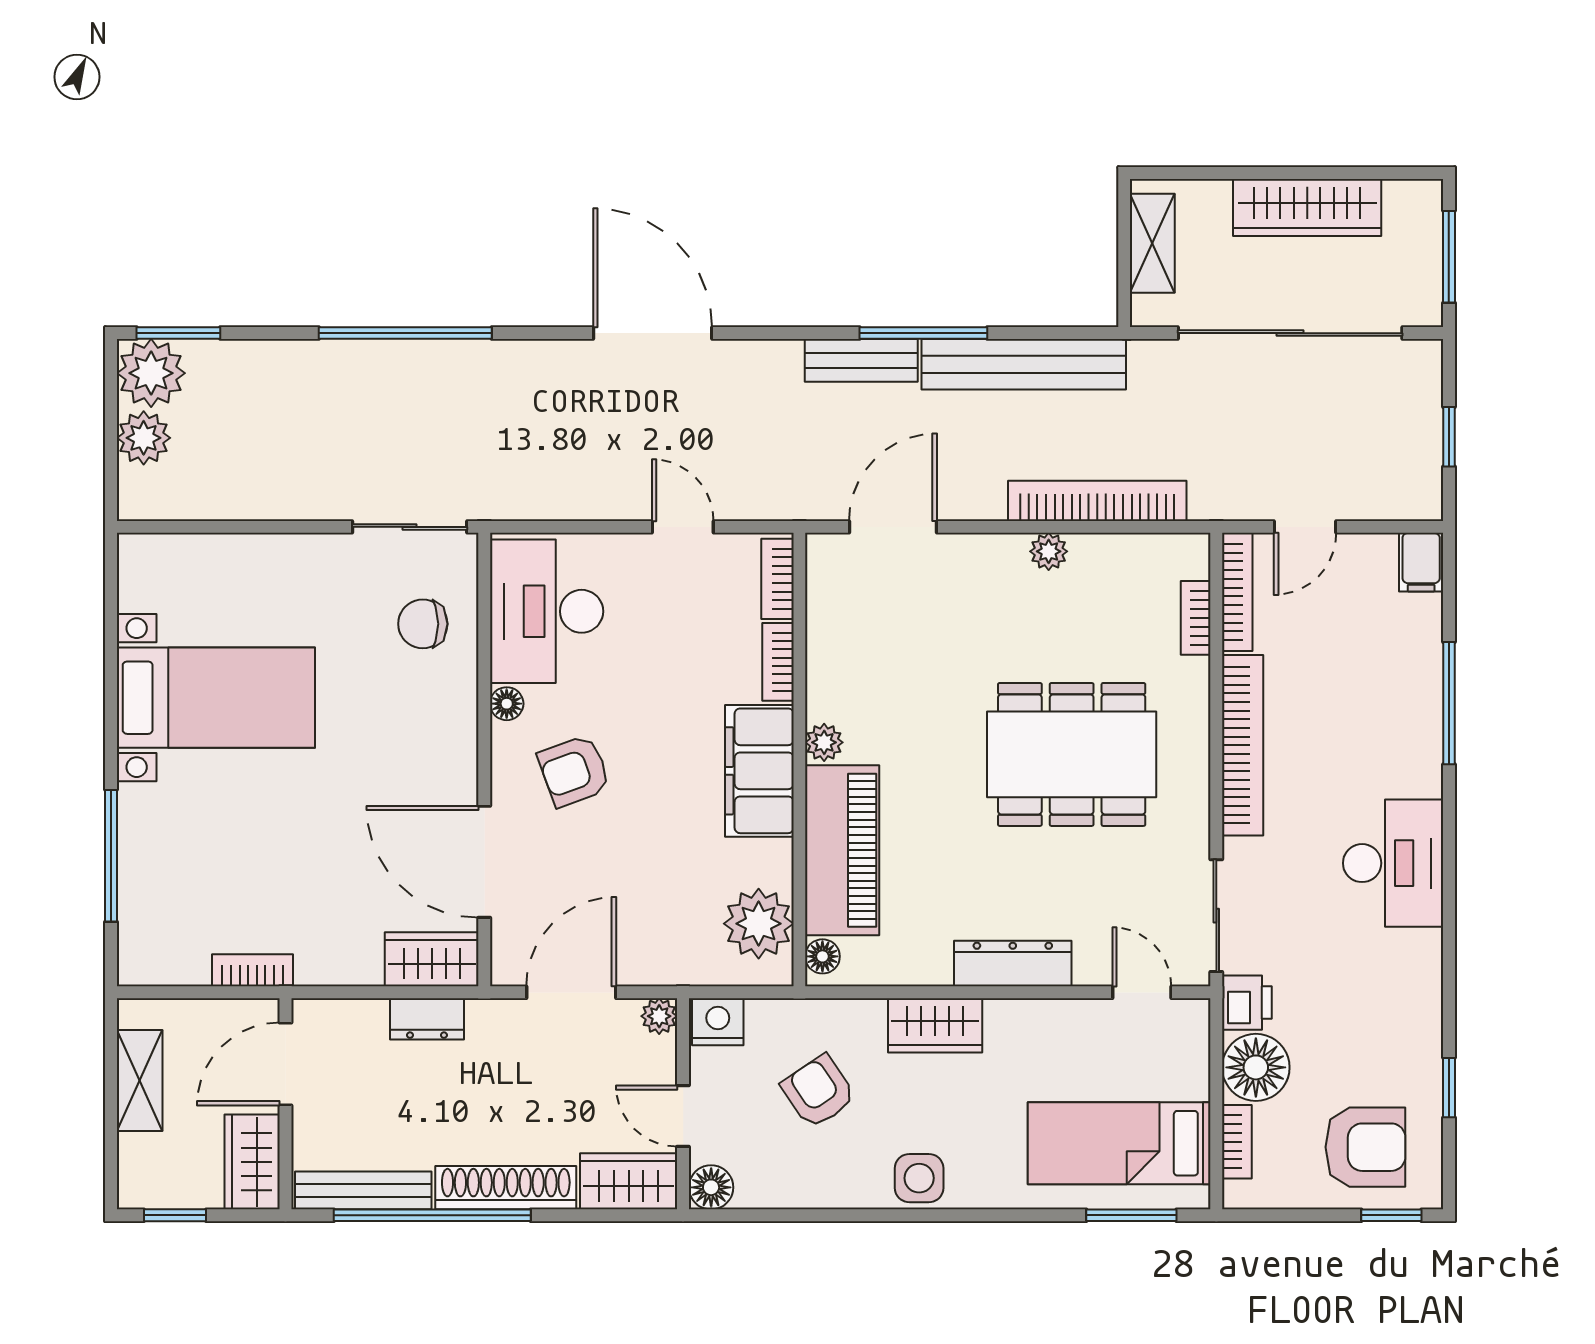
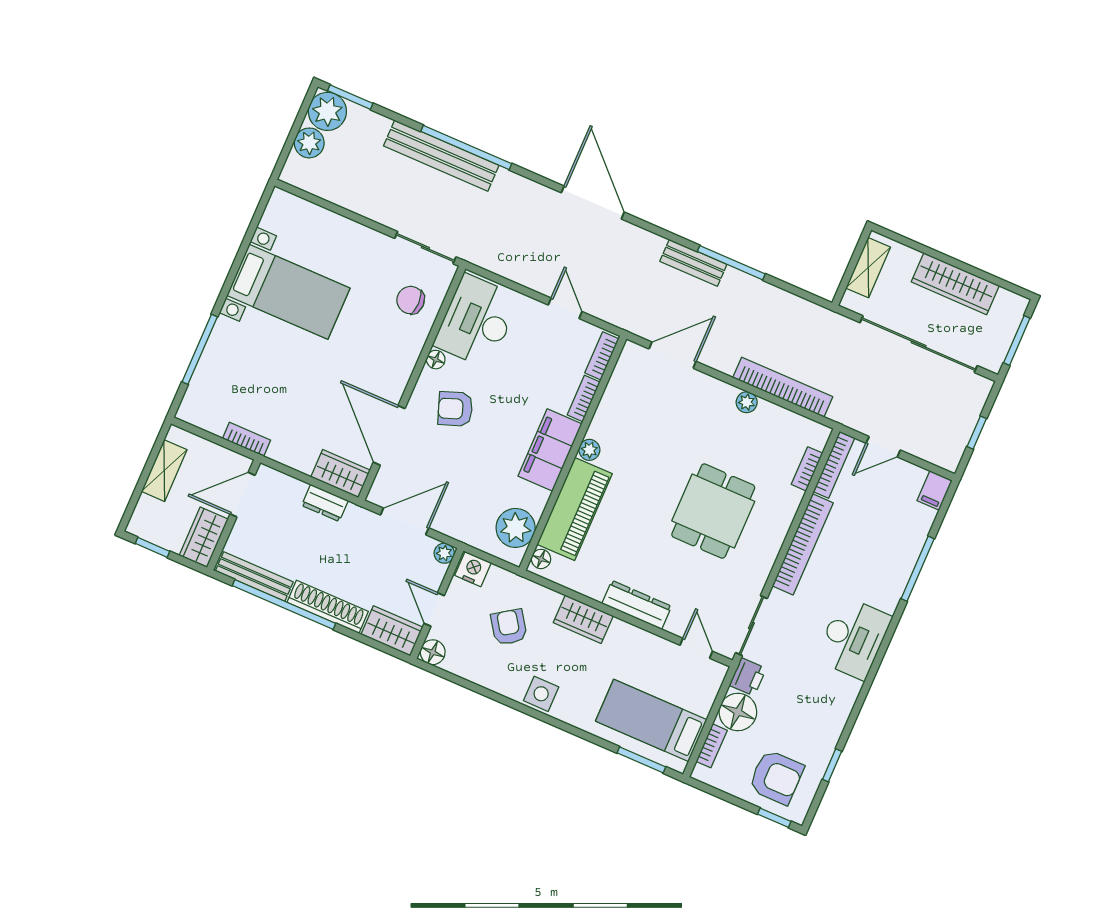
bench: (1024, 364) -> (441, 156), moved
dining table: (1072, 754) -> (713, 511), width x0.73

